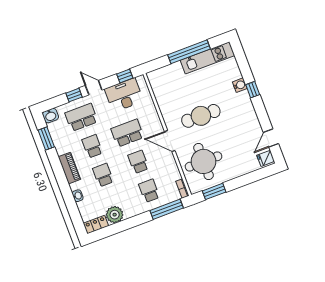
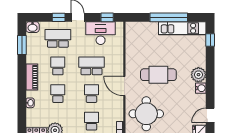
water cooler: (240, 85) -> (201, 88), moved
window: (253, 90) -> (210, 40), moved
plant: (243, 100) -> (198, 75), added

